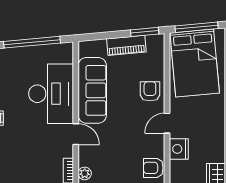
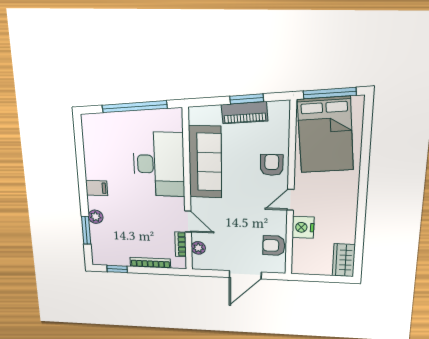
window: (145, 32) -> (247, 99), moved
door: (76, 134) -> (188, 221), moved

